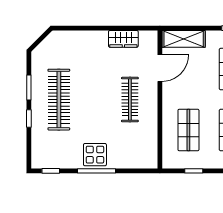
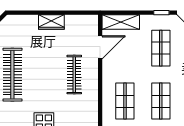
wardrobe: (123, 39) -> (51, 22), moved

